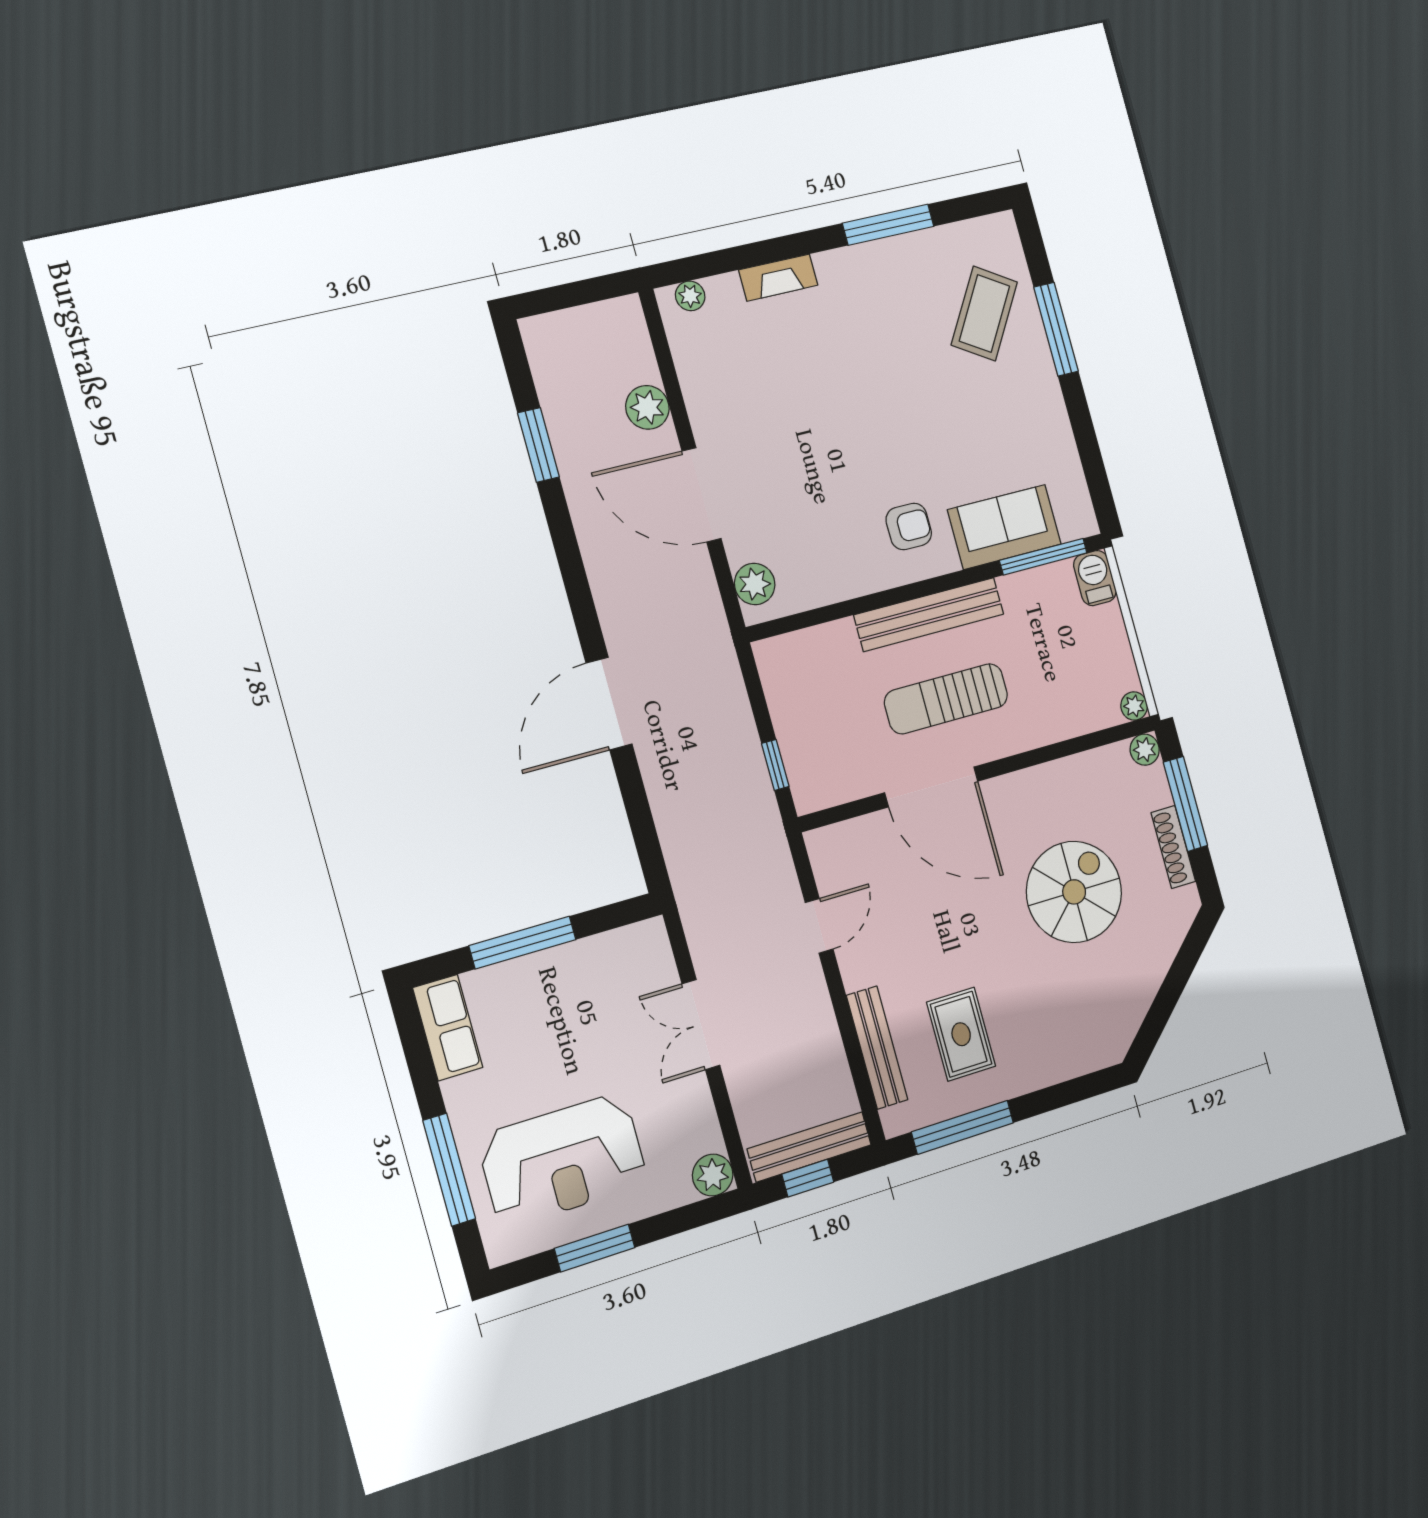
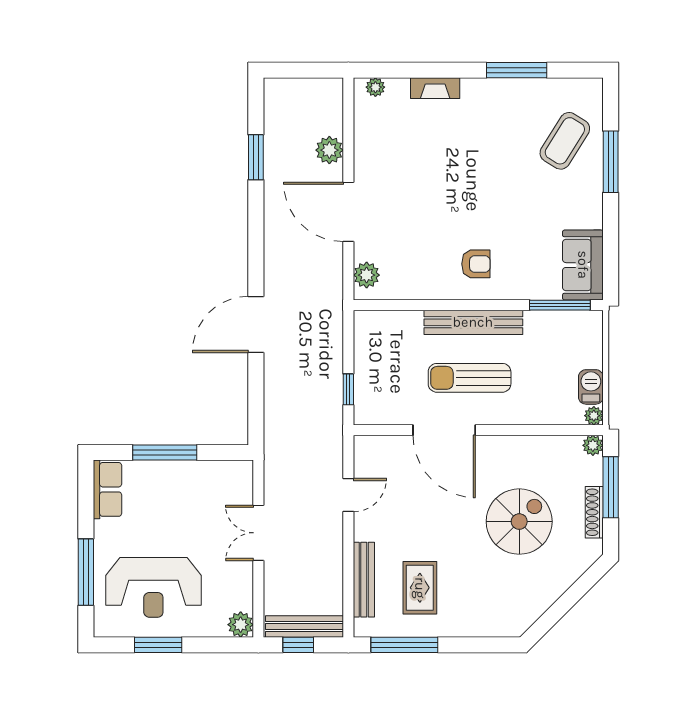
sofa: (1004, 527) -> (583, 265), moved, turned -90
barbecue: (1095, 578) -> (591, 387), moved

